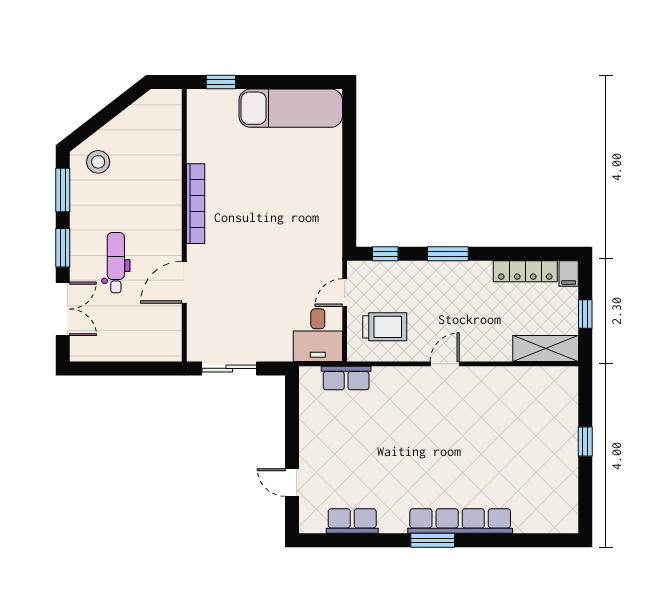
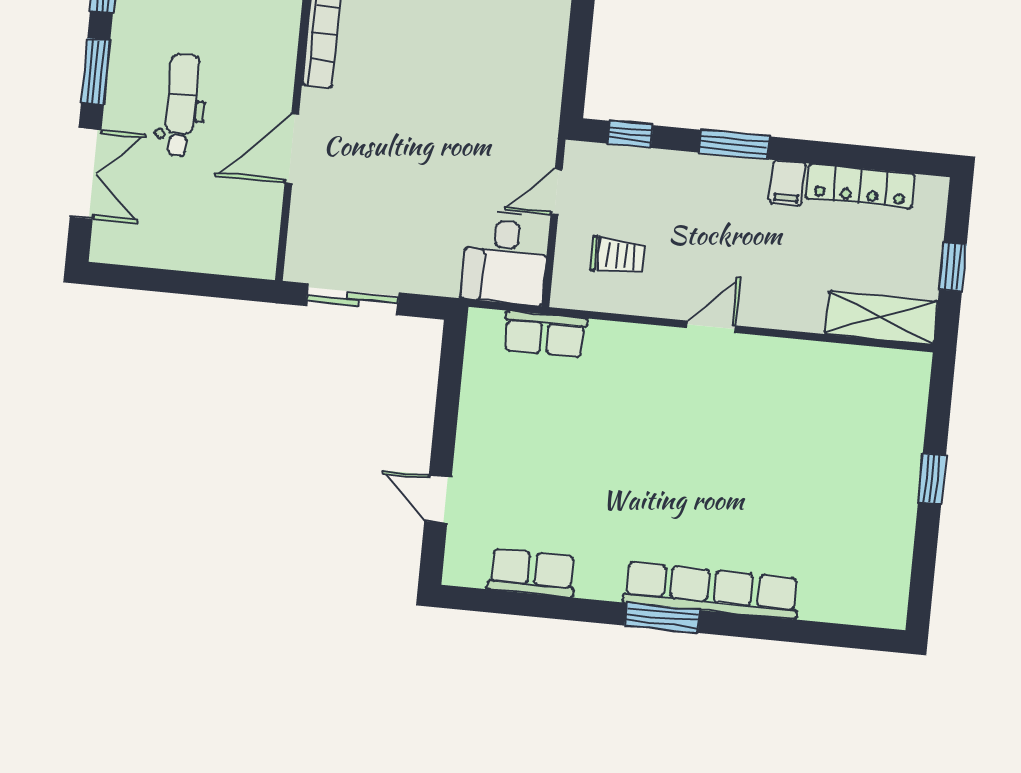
filing cabinet: (569, 274) -> (788, 183), moved
trolley: (385, 327) -> (618, 255), width x0.73, depth x0.72

